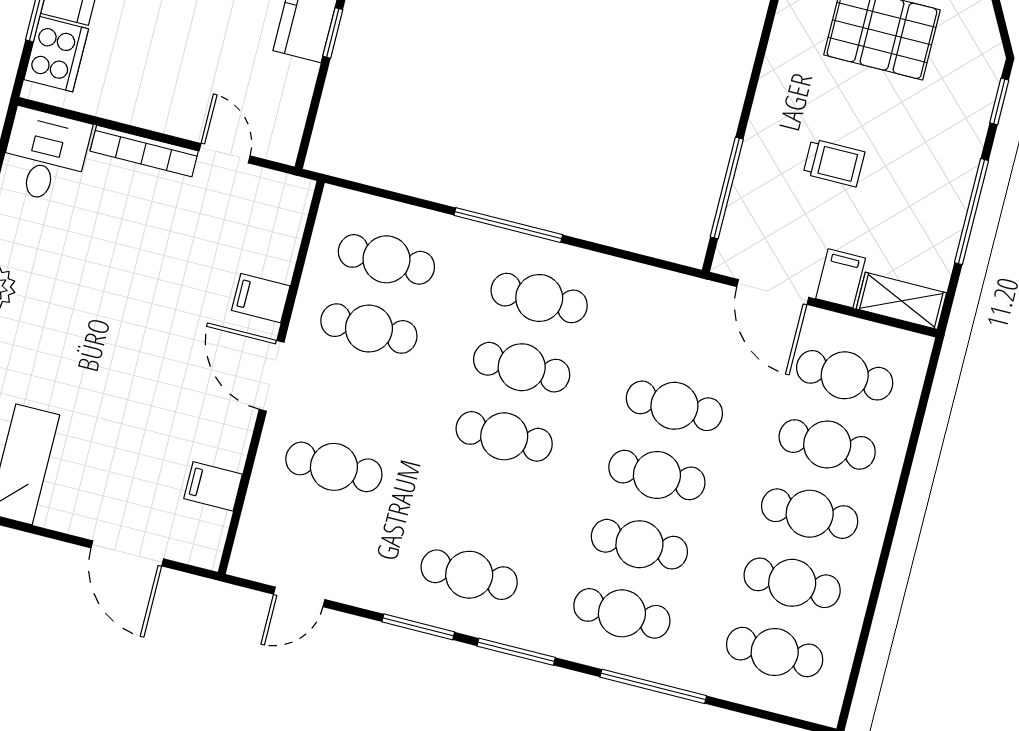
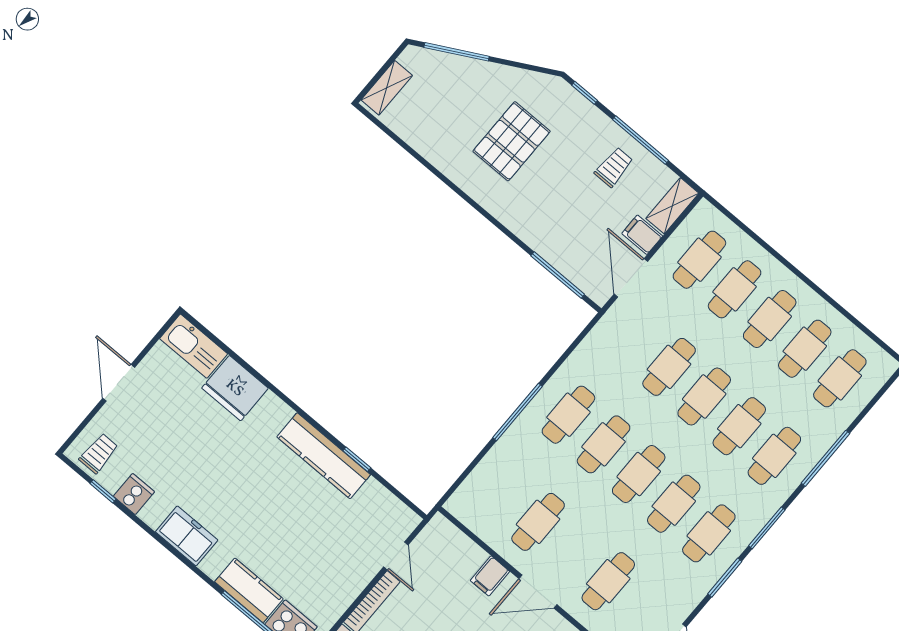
door: (225, 153) -> (396, 556), swing flipped
trolley: (834, 163) -> (614, 167), moved
cafe table: (386, 259) -> (674, 504), moved
door: (773, 292) -> (631, 278), swing flipped

